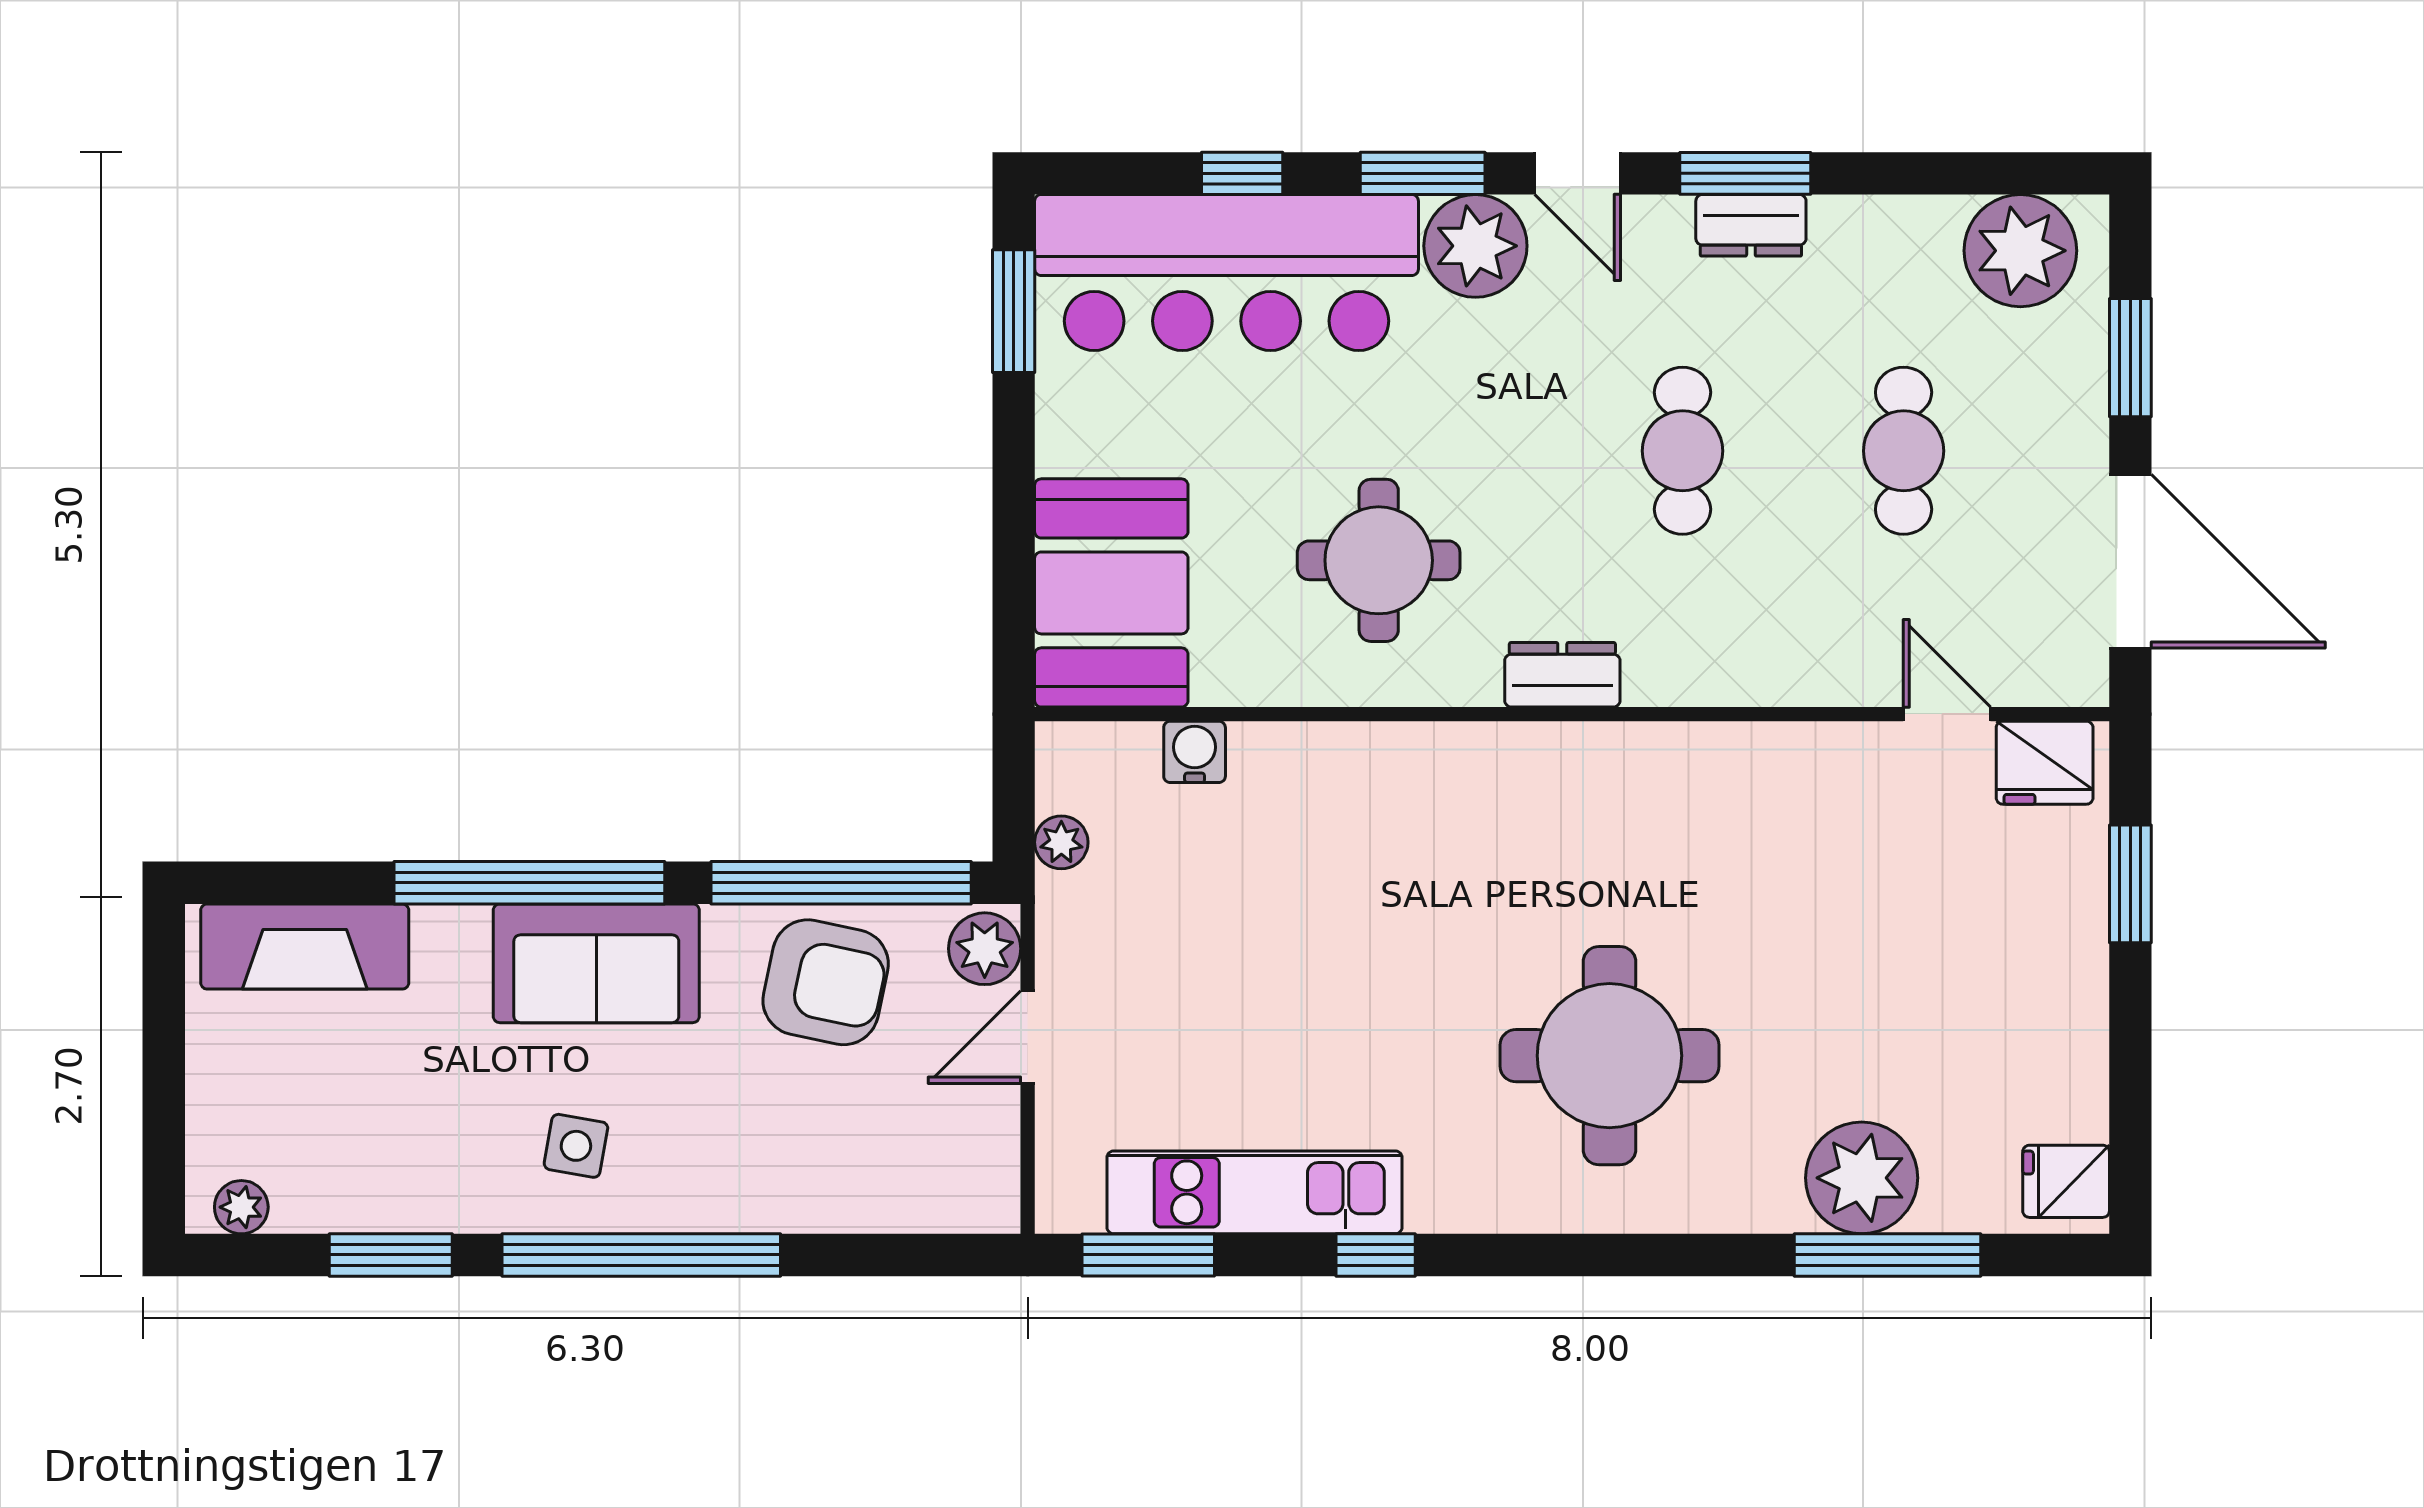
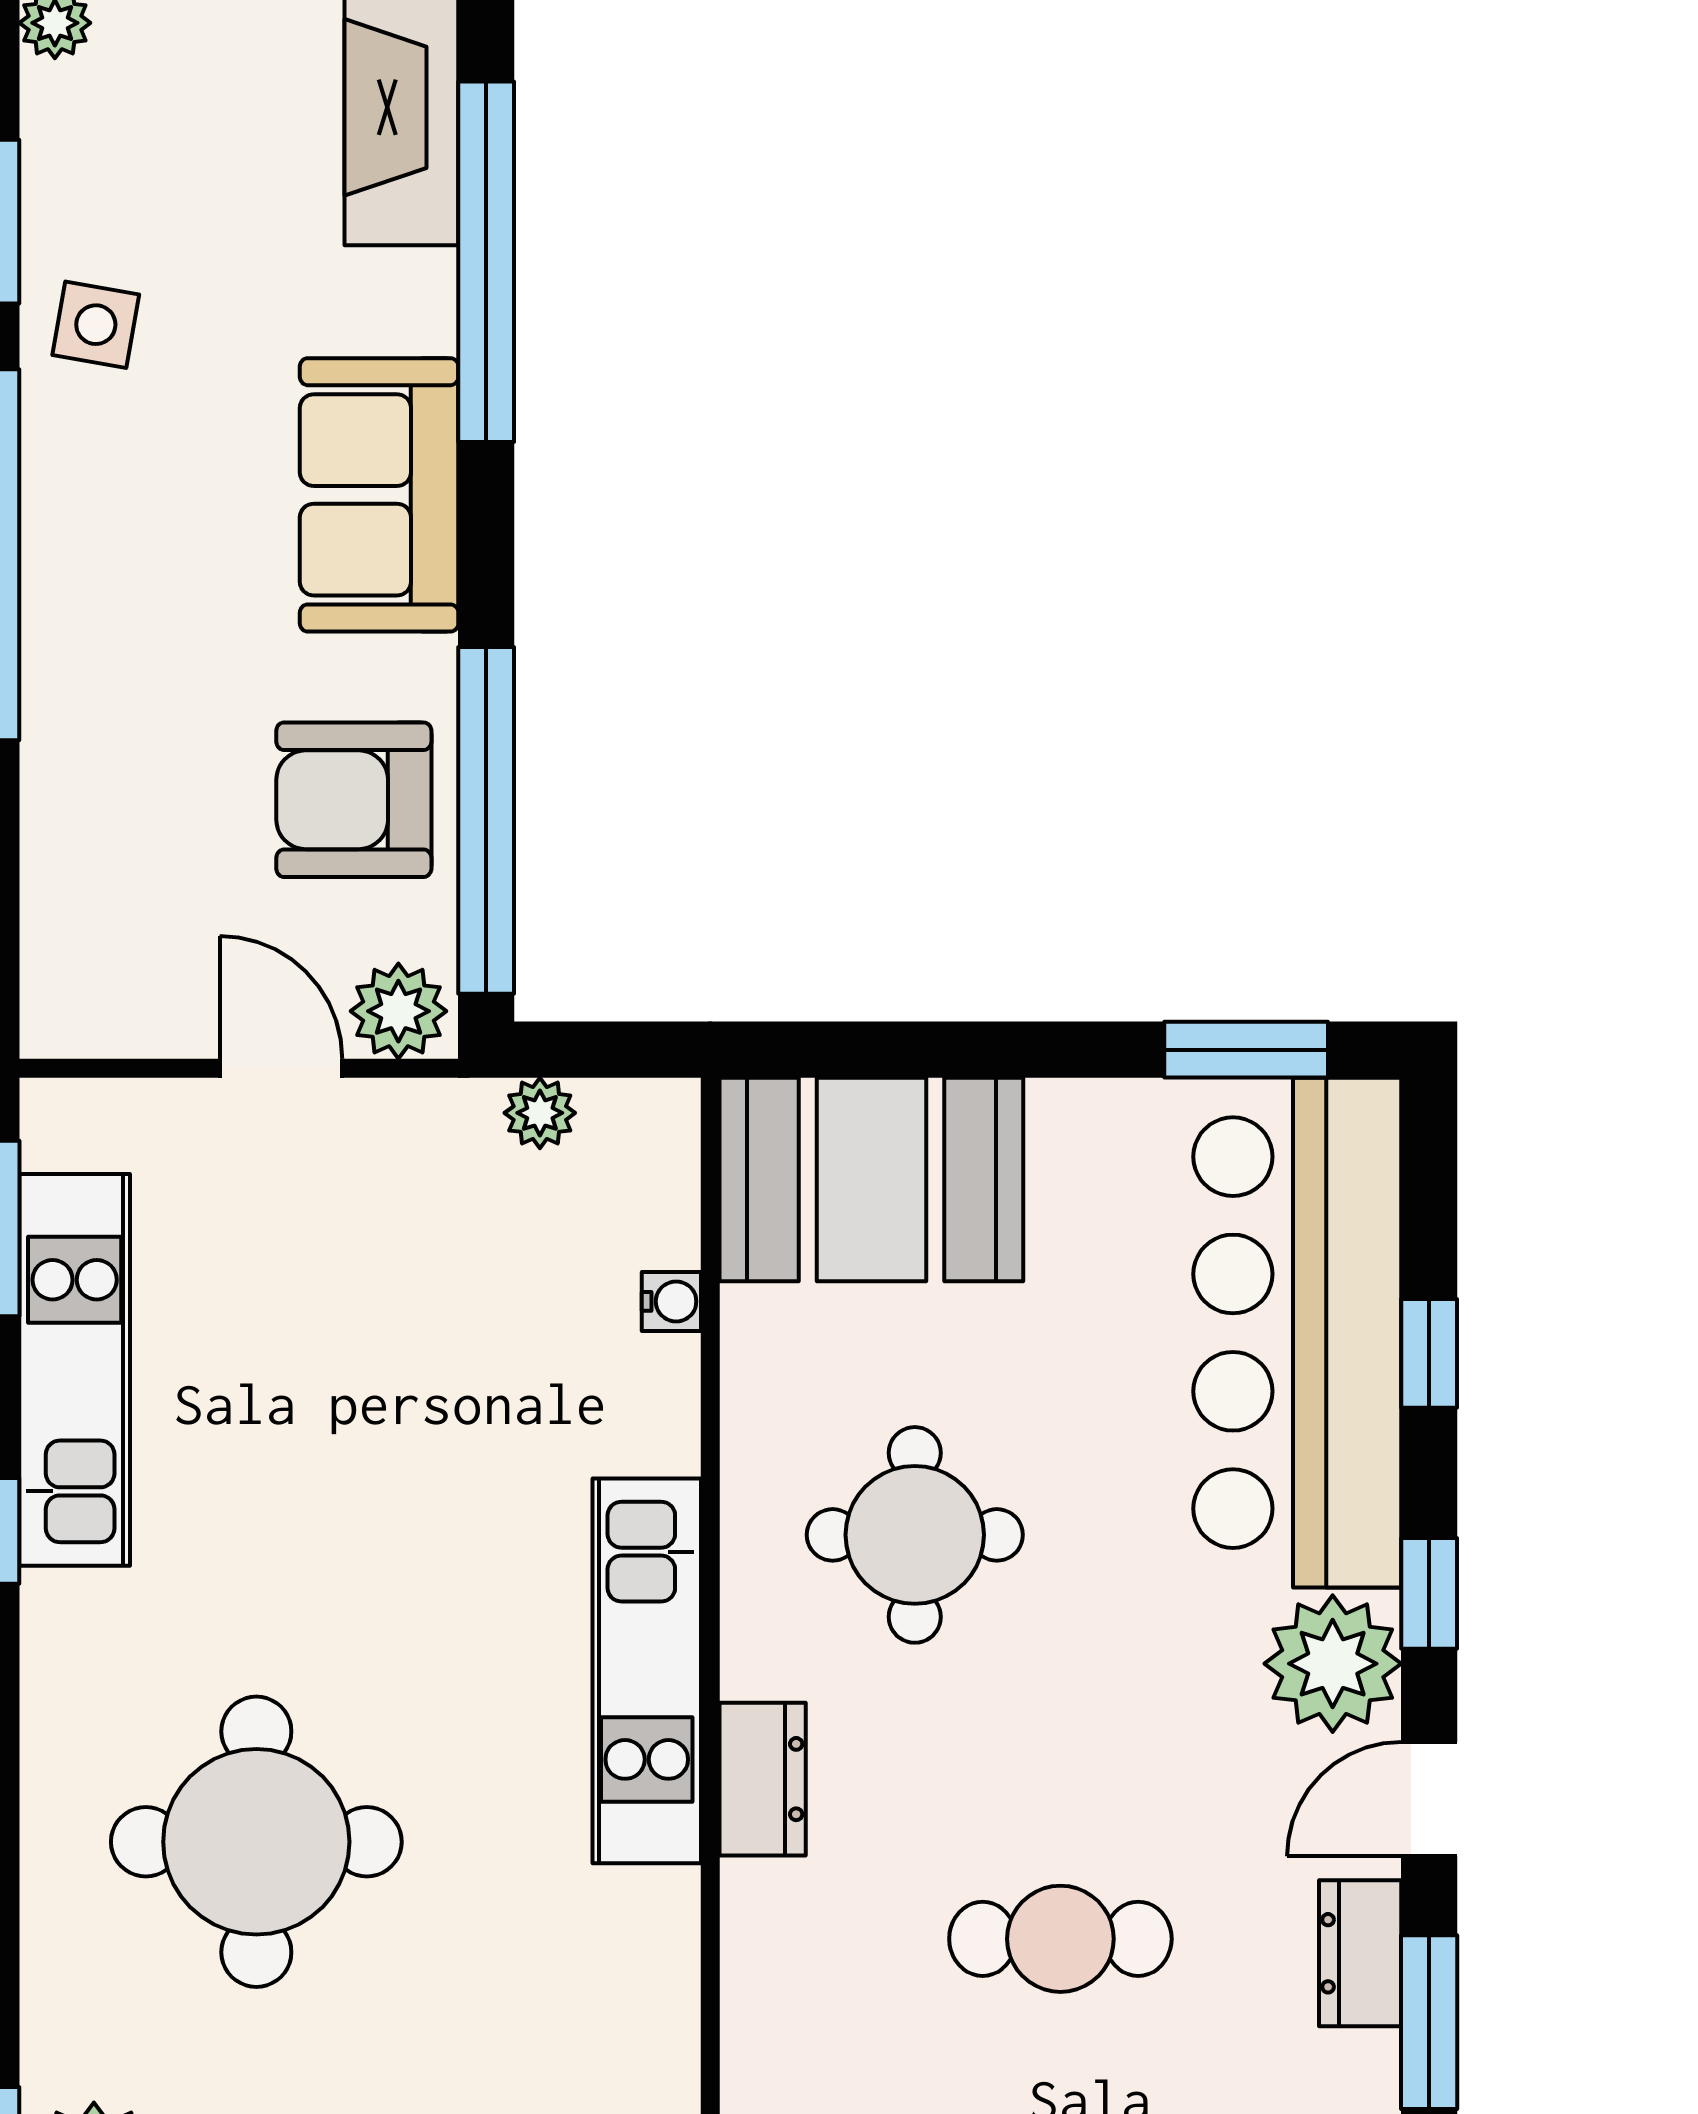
window: (1423, 173) -> (1429, 1593), width x0.67
dresser: (1751, 225) -> (1360, 1953), moved
water cooler: (1195, 752) -> (671, 1301), width x0.72, depth x0.72
kitchen unit: (1481, 762) -> (647, 1671), added
window: (529, 883) -> (486, 262), moved
armchair: (826, 982) -> (354, 800), turned 78
side table: (576, 1146) -> (96, 325), moved

